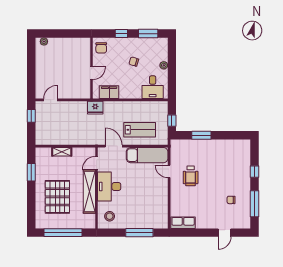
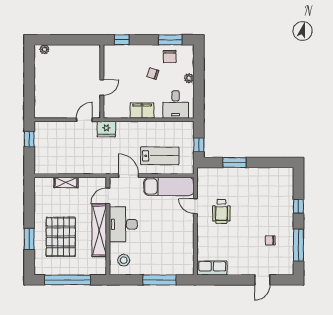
window: (121, 34) -> (122, 40), moved
chair: (101, 48) -> (170, 57), moved
filing cabinet: (109, 92) -> (142, 110), moved
door: (50, 100) -> (84, 120), moved
window: (31, 172) -> (29, 239), moved

